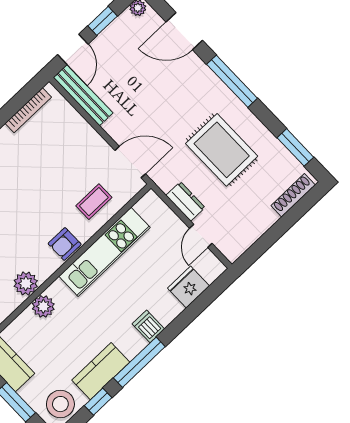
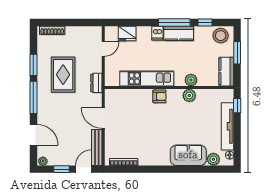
window: (295, 147) -> (33, 65), moved
door: (130, 162) -> (103, 118), moved
dresser: (186, 201) -> (96, 83), moved
coffee table: (94, 202) -> (132, 102), removed
kitchen counter: (101, 371) -> (179, 33), moved

